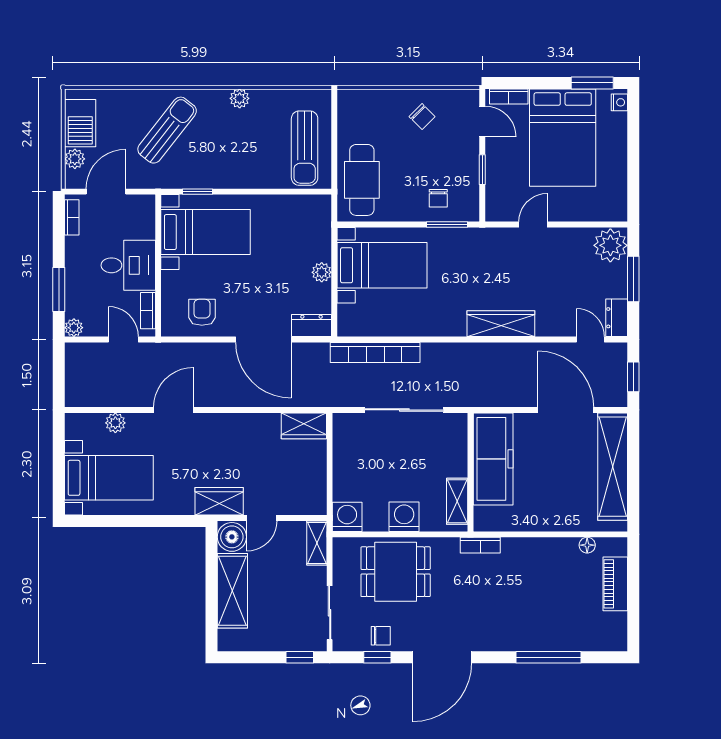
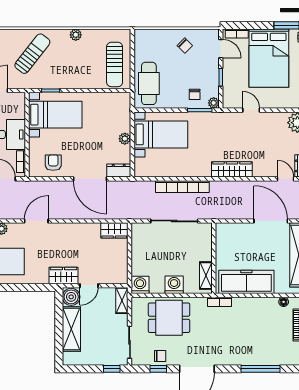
plant: (470, 212) -> (214, 103), added
door: (533, 224) -> (251, 110), hinge flipped
bookcase: (375, 353) -> (182, 187), moved
freezer: (493, 459) -> (246, 282), moved, turned -90

